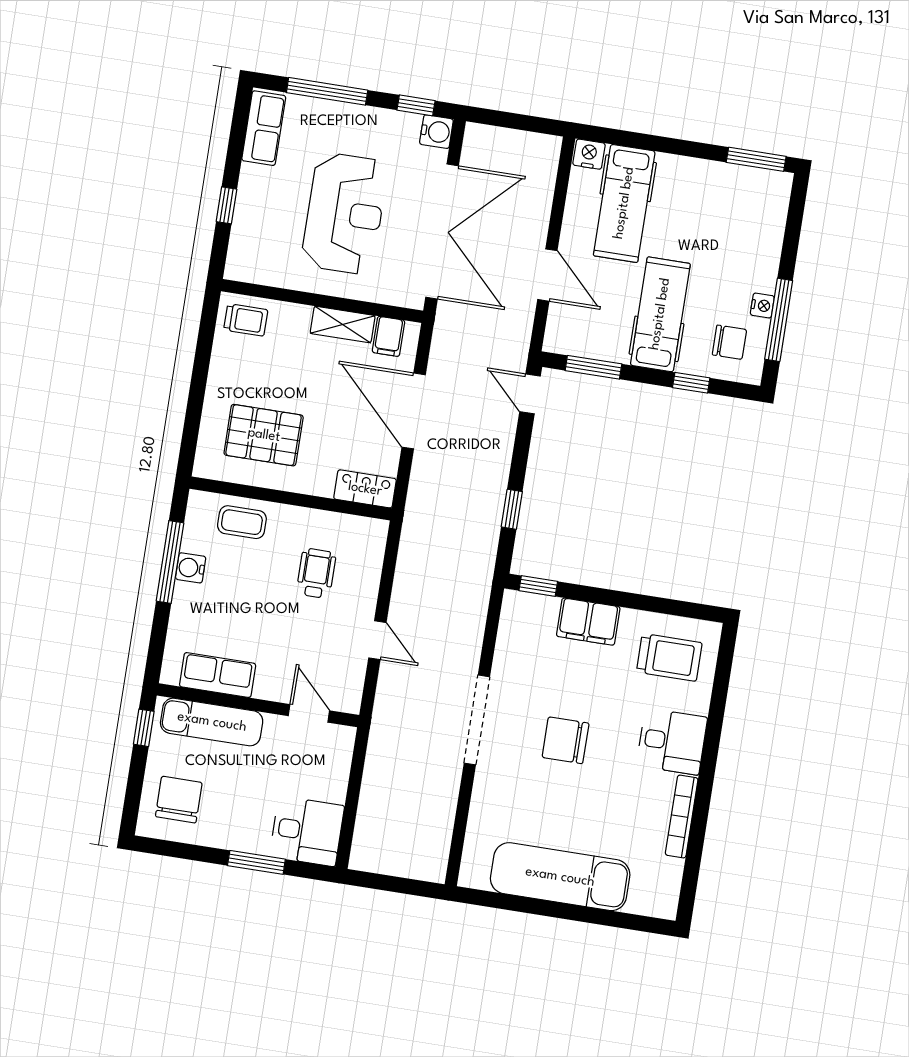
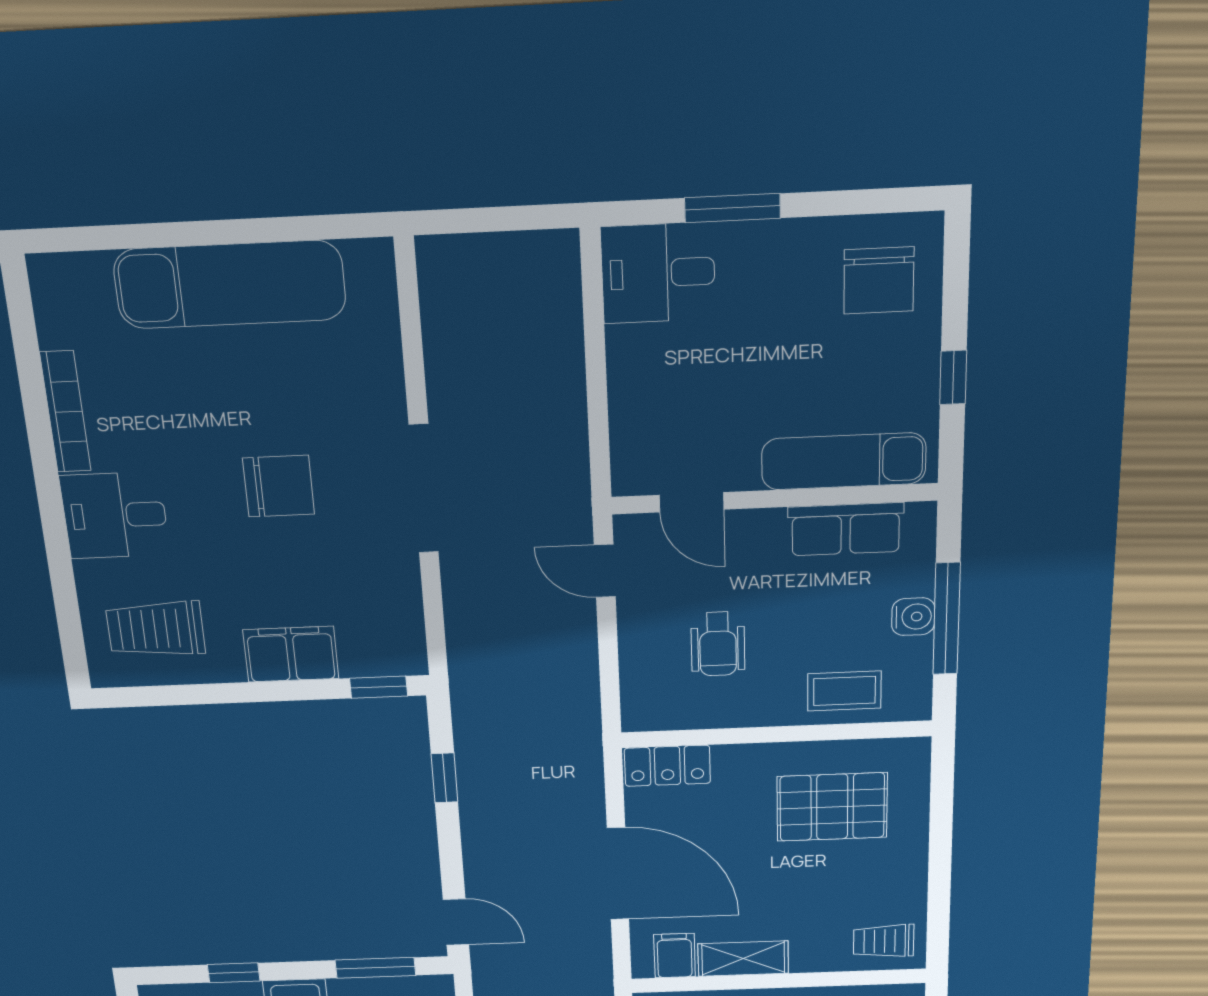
row of seats: (218, 675) -> (846, 529), moved
wall: (258, 705) -> (774, 499), moved
door: (309, 713) -> (692, 502), moved
exam couch: (212, 722) -> (844, 461), moved

